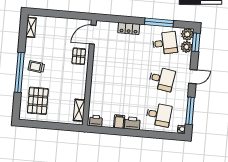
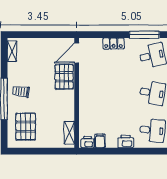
pallet: (79, 56) -> (64, 77), width x1.50, depth x1.42
filing cabinet: (119, 122) -> (100, 141), moved

